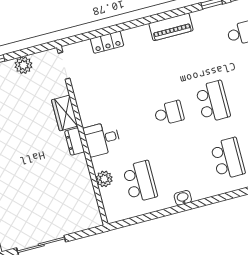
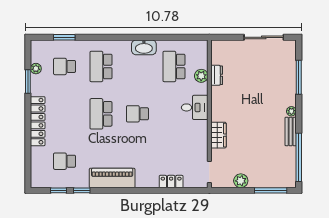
piano: (171, 27) -> (112, 178), width x1.37, depth x1.33
dresser: (75, 142) -> (217, 75), moved
washbasin: (183, 198) -> (144, 47), width x1.91, depth x1.45

